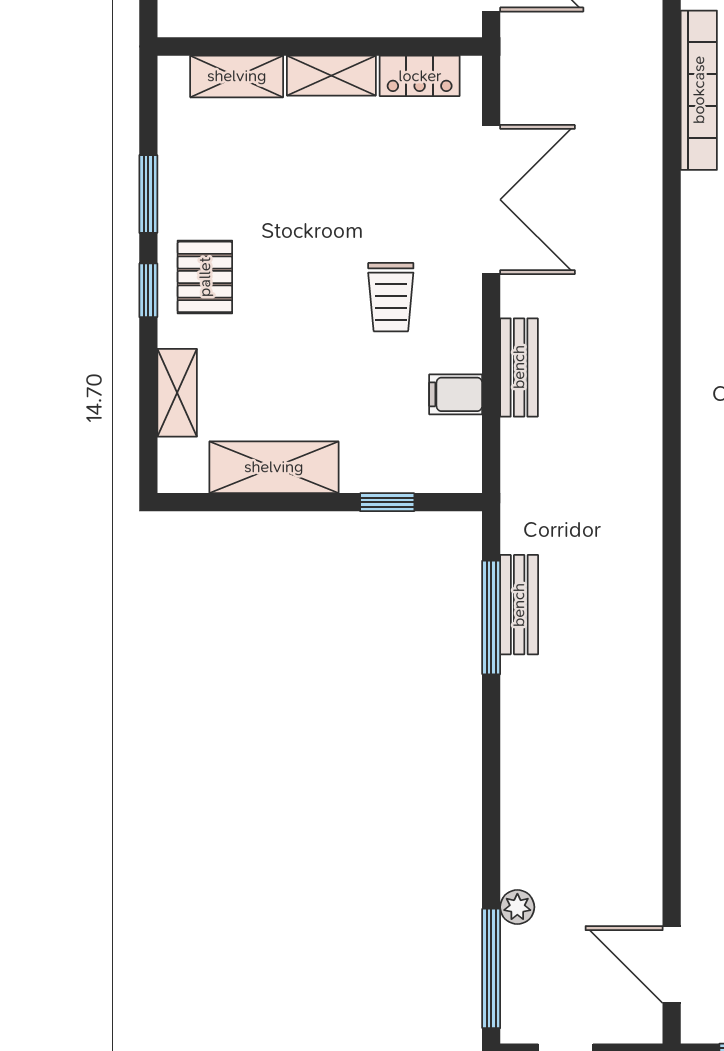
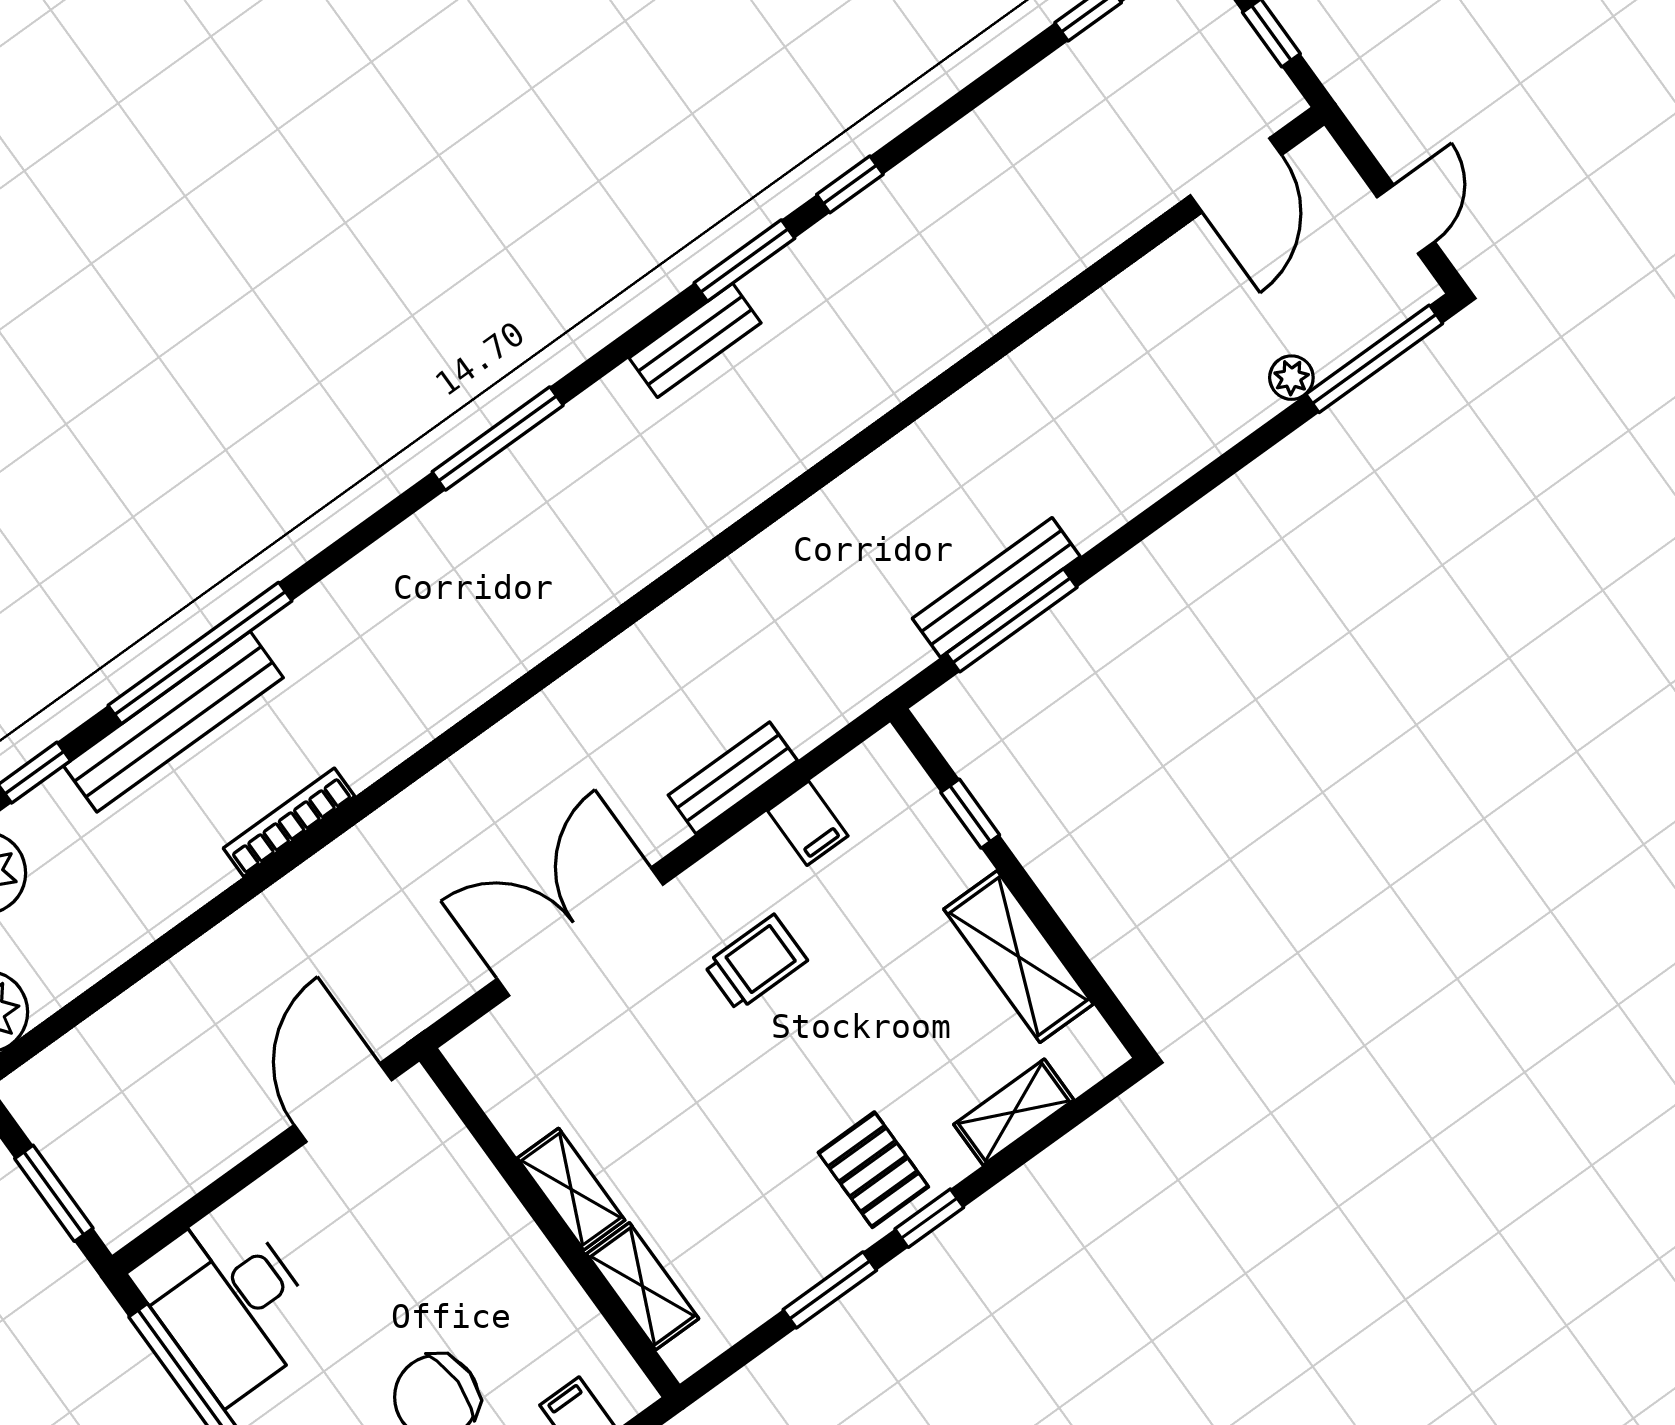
locker: (420, 76) -> (506, 1098), removed
bookcase: (699, 90) -> (289, 822), width x0.68, depth x0.76
pallet: (205, 277) -> (873, 1170), turned 90
bench: (519, 605) -> (996, 587), width x1.36

